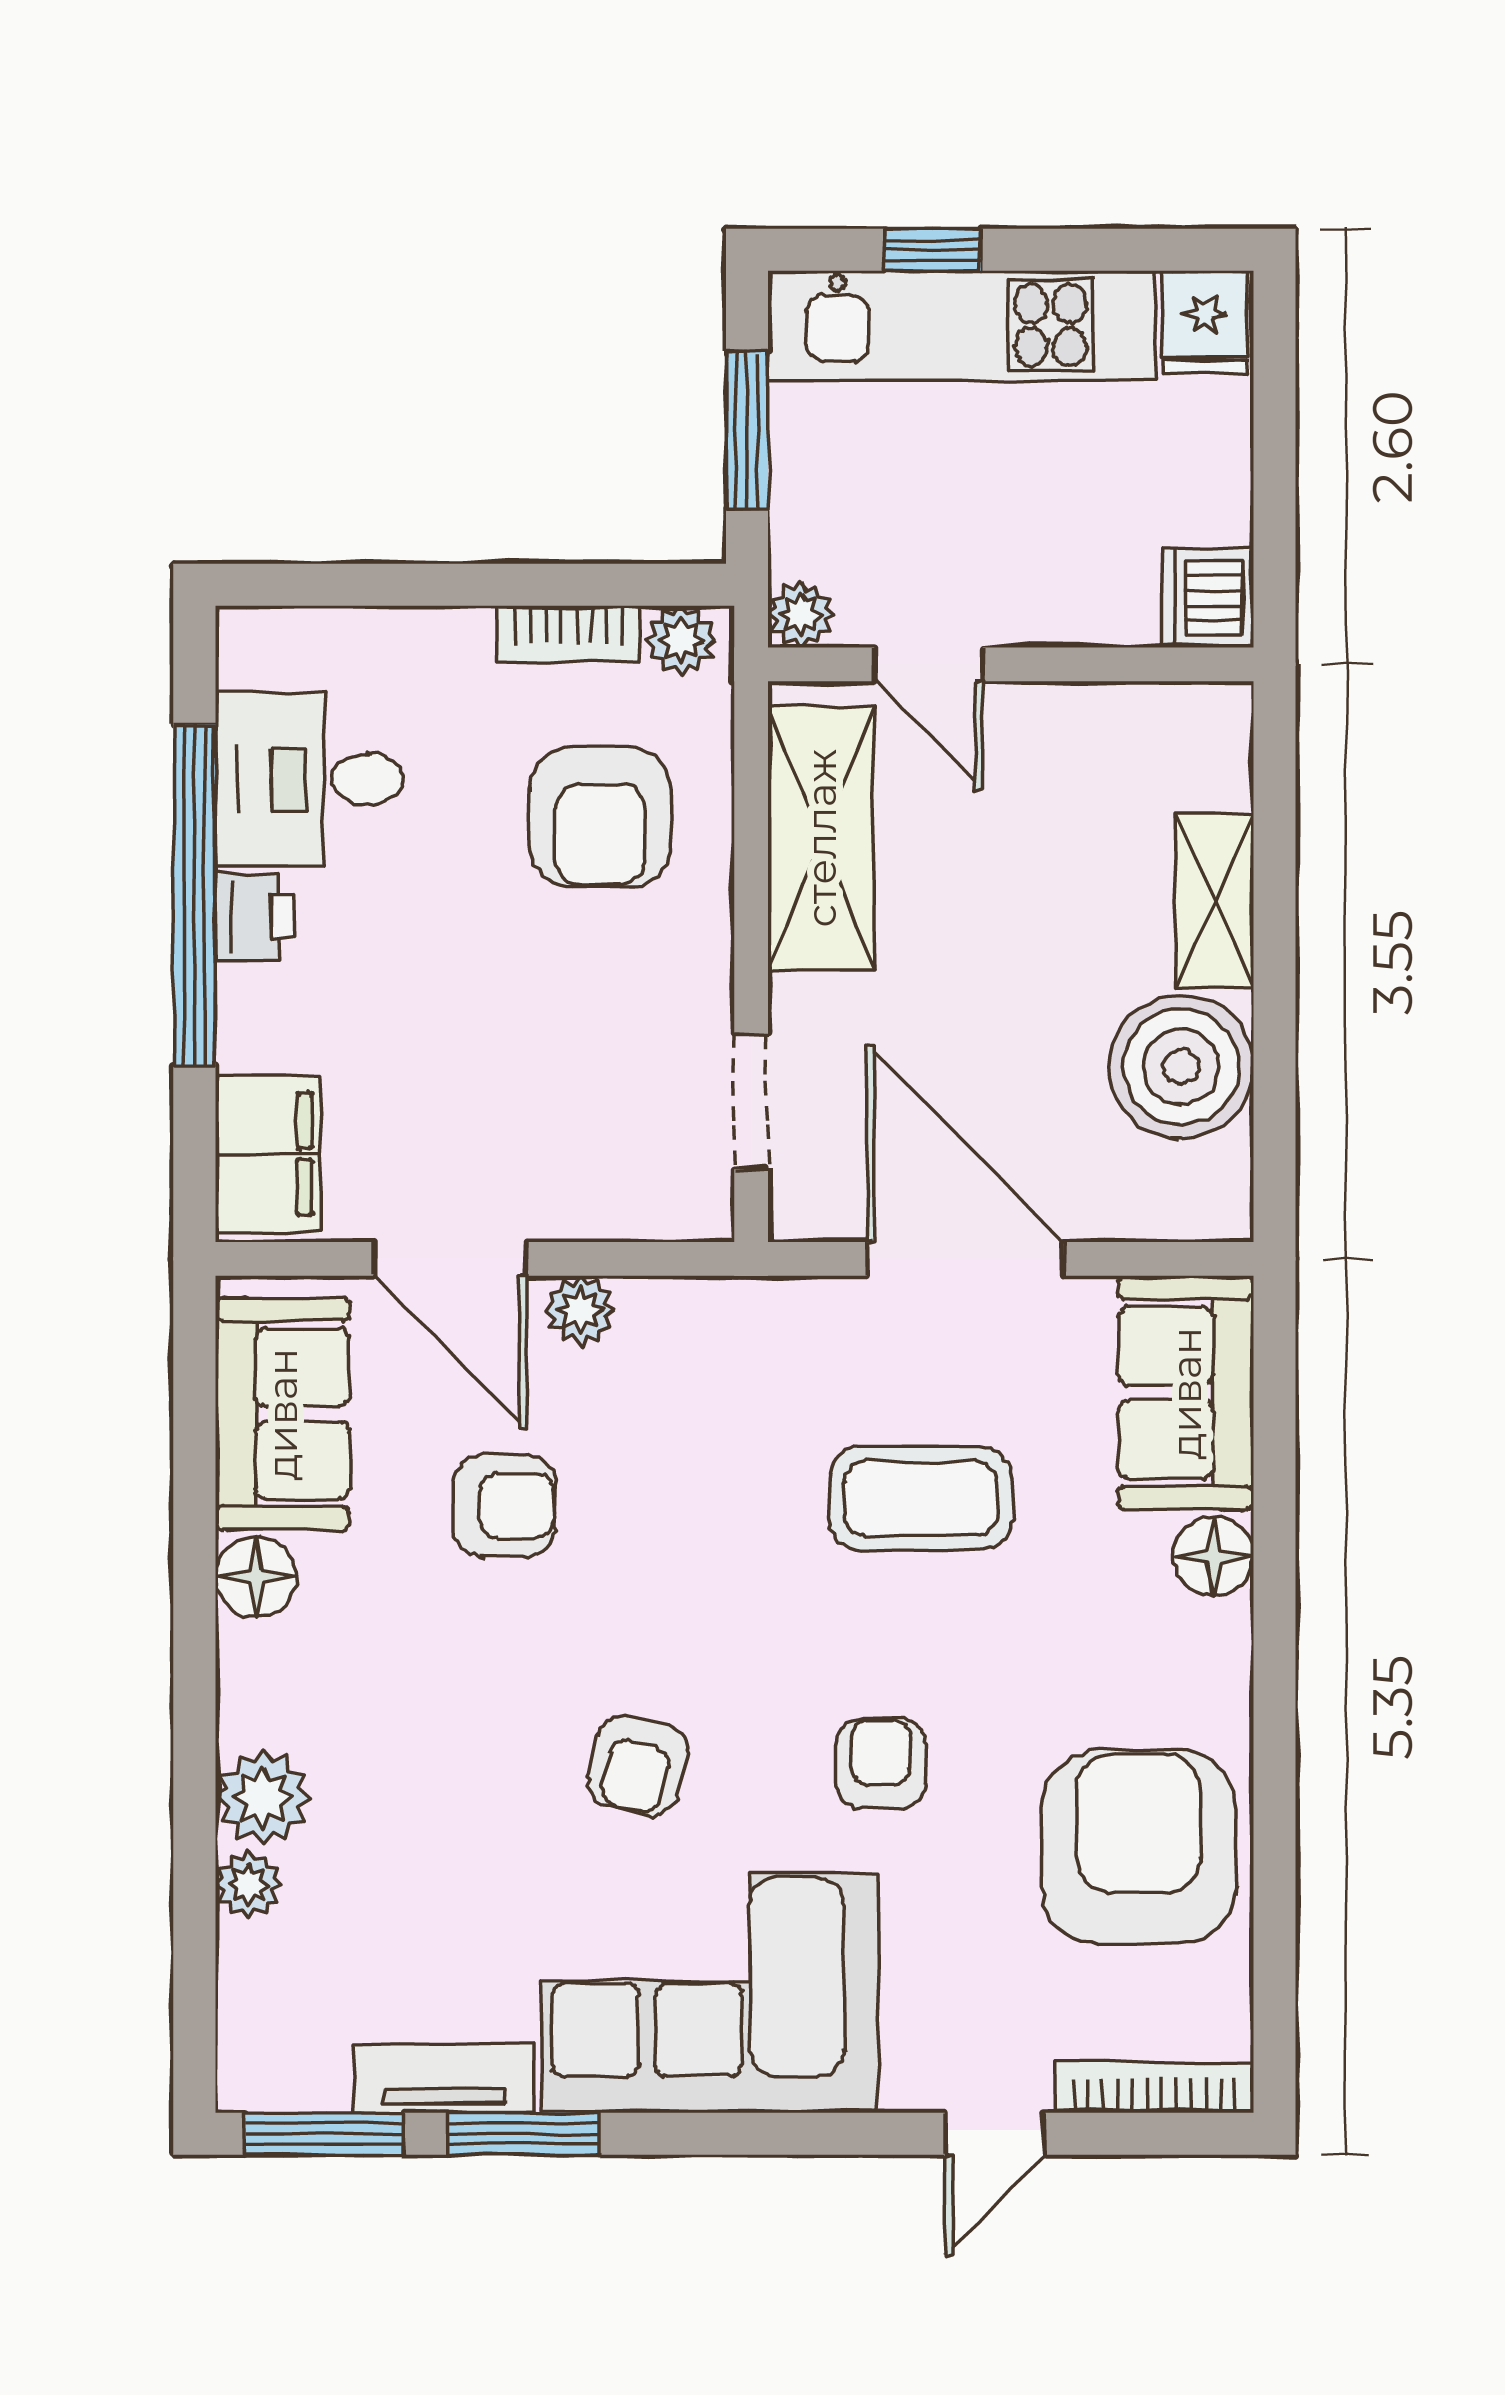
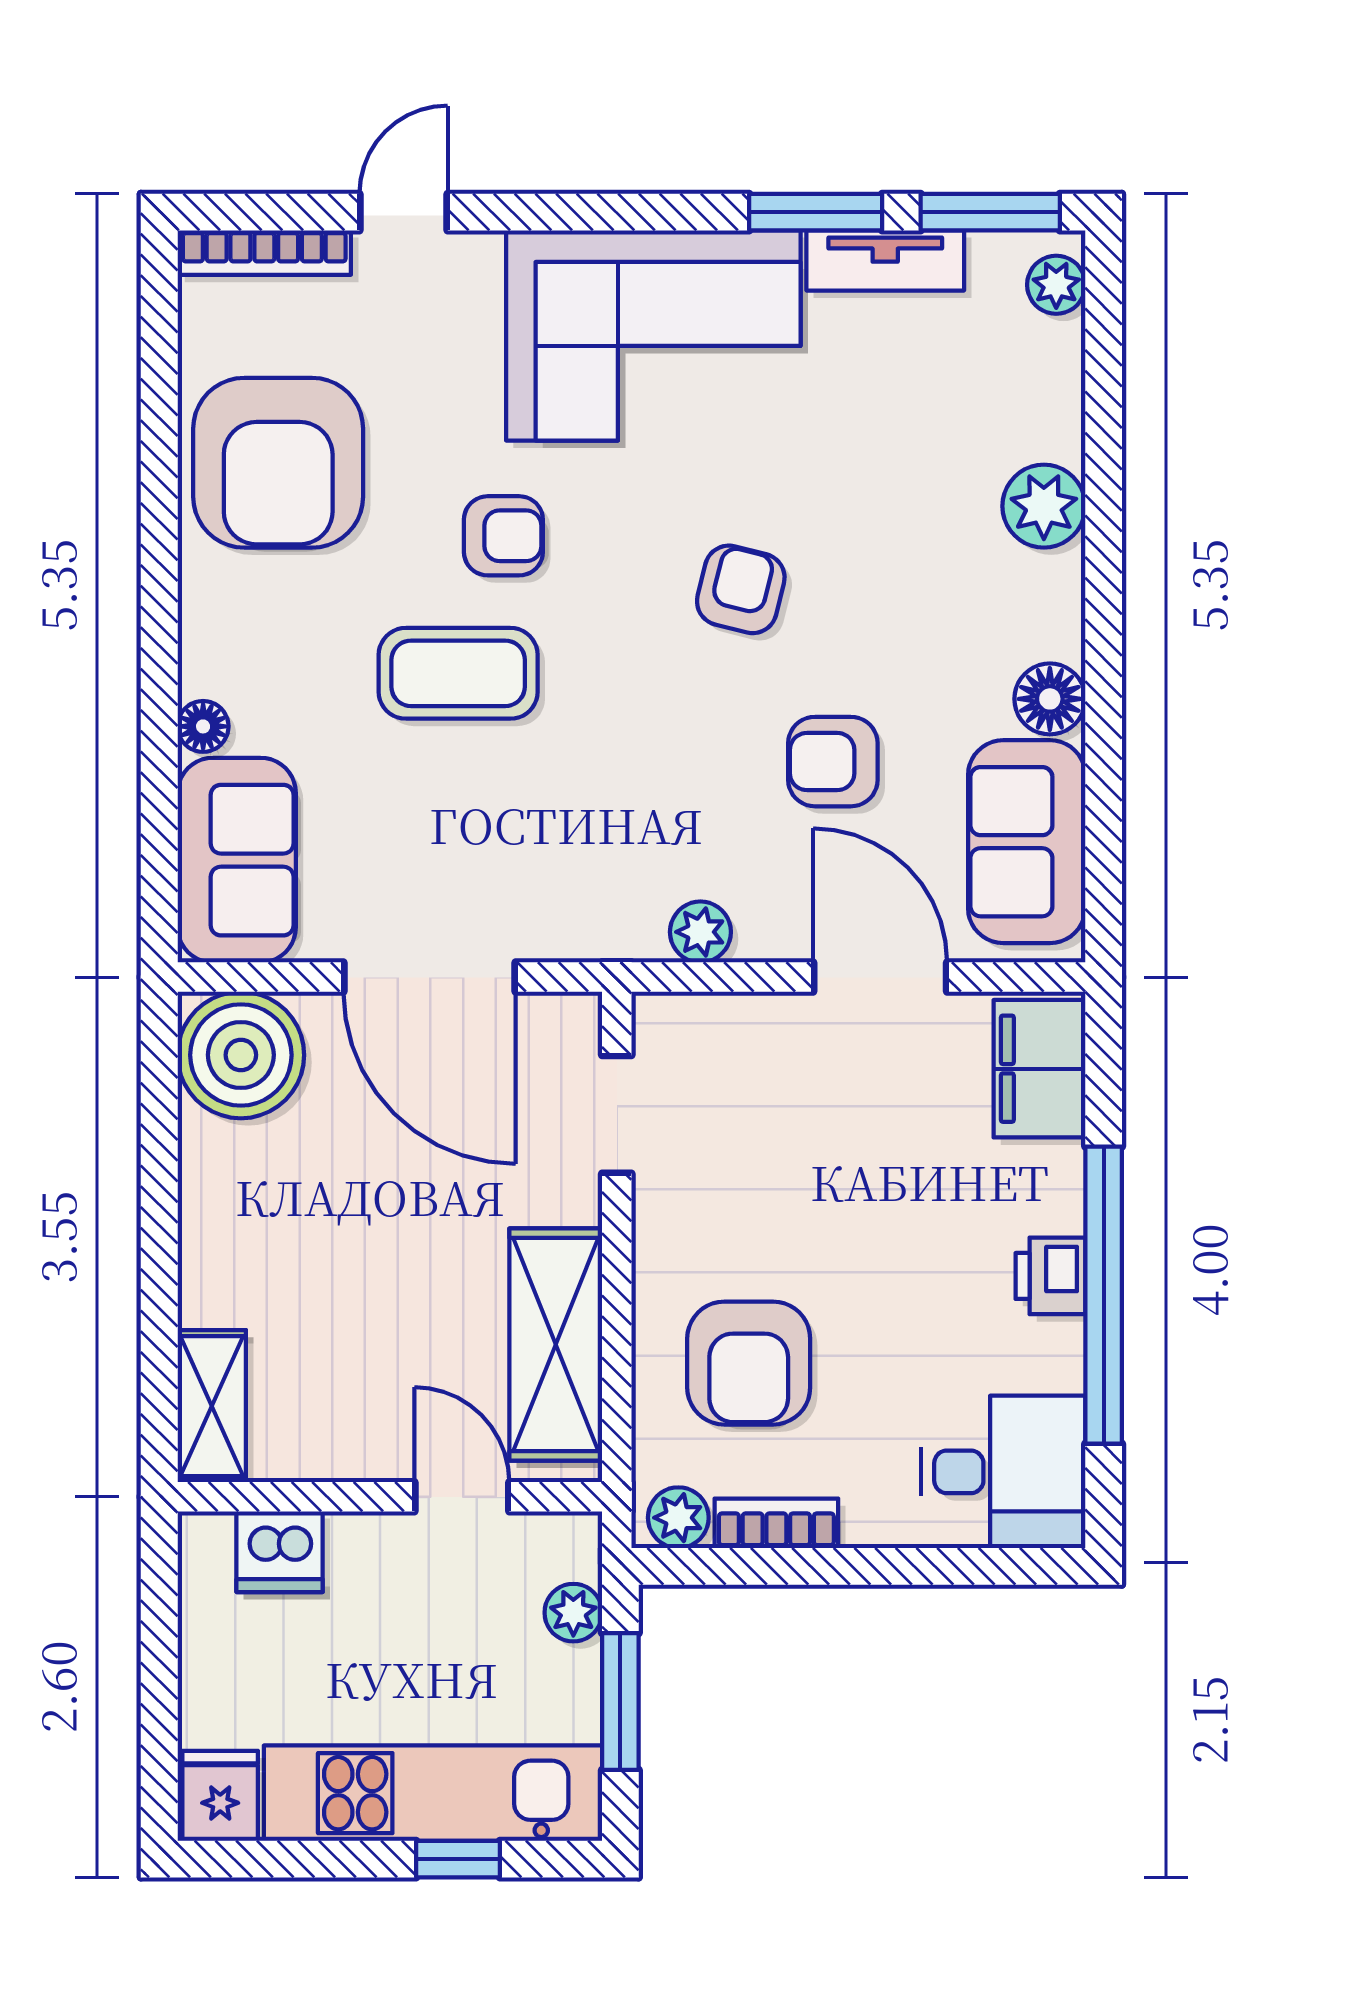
dishwasher: (1207, 598) -> (280, 1552), moved, turned 90
plant: (801, 615) -> (573, 1613), moved
desk: (309, 779) -> (1003, 1472), moved
armchair: (600, 817) -> (749, 1363), turned 180
shelving: (1214, 901) -> (212, 1406), moved
boiler: (1181, 1067) -> (241, 1055), moved
plant: (580, 1310) -> (700, 932), moved
coffee table: (921, 1498) -> (458, 673), moved
floor lamp: (1214, 1556) -> (203, 726), width x0.73, depth x0.73
armchair: (881, 1763) -> (503, 536), turned -90
armchair: (638, 1766) -> (741, 589), moved
plant: (249, 1885) -> (1056, 285), moved

